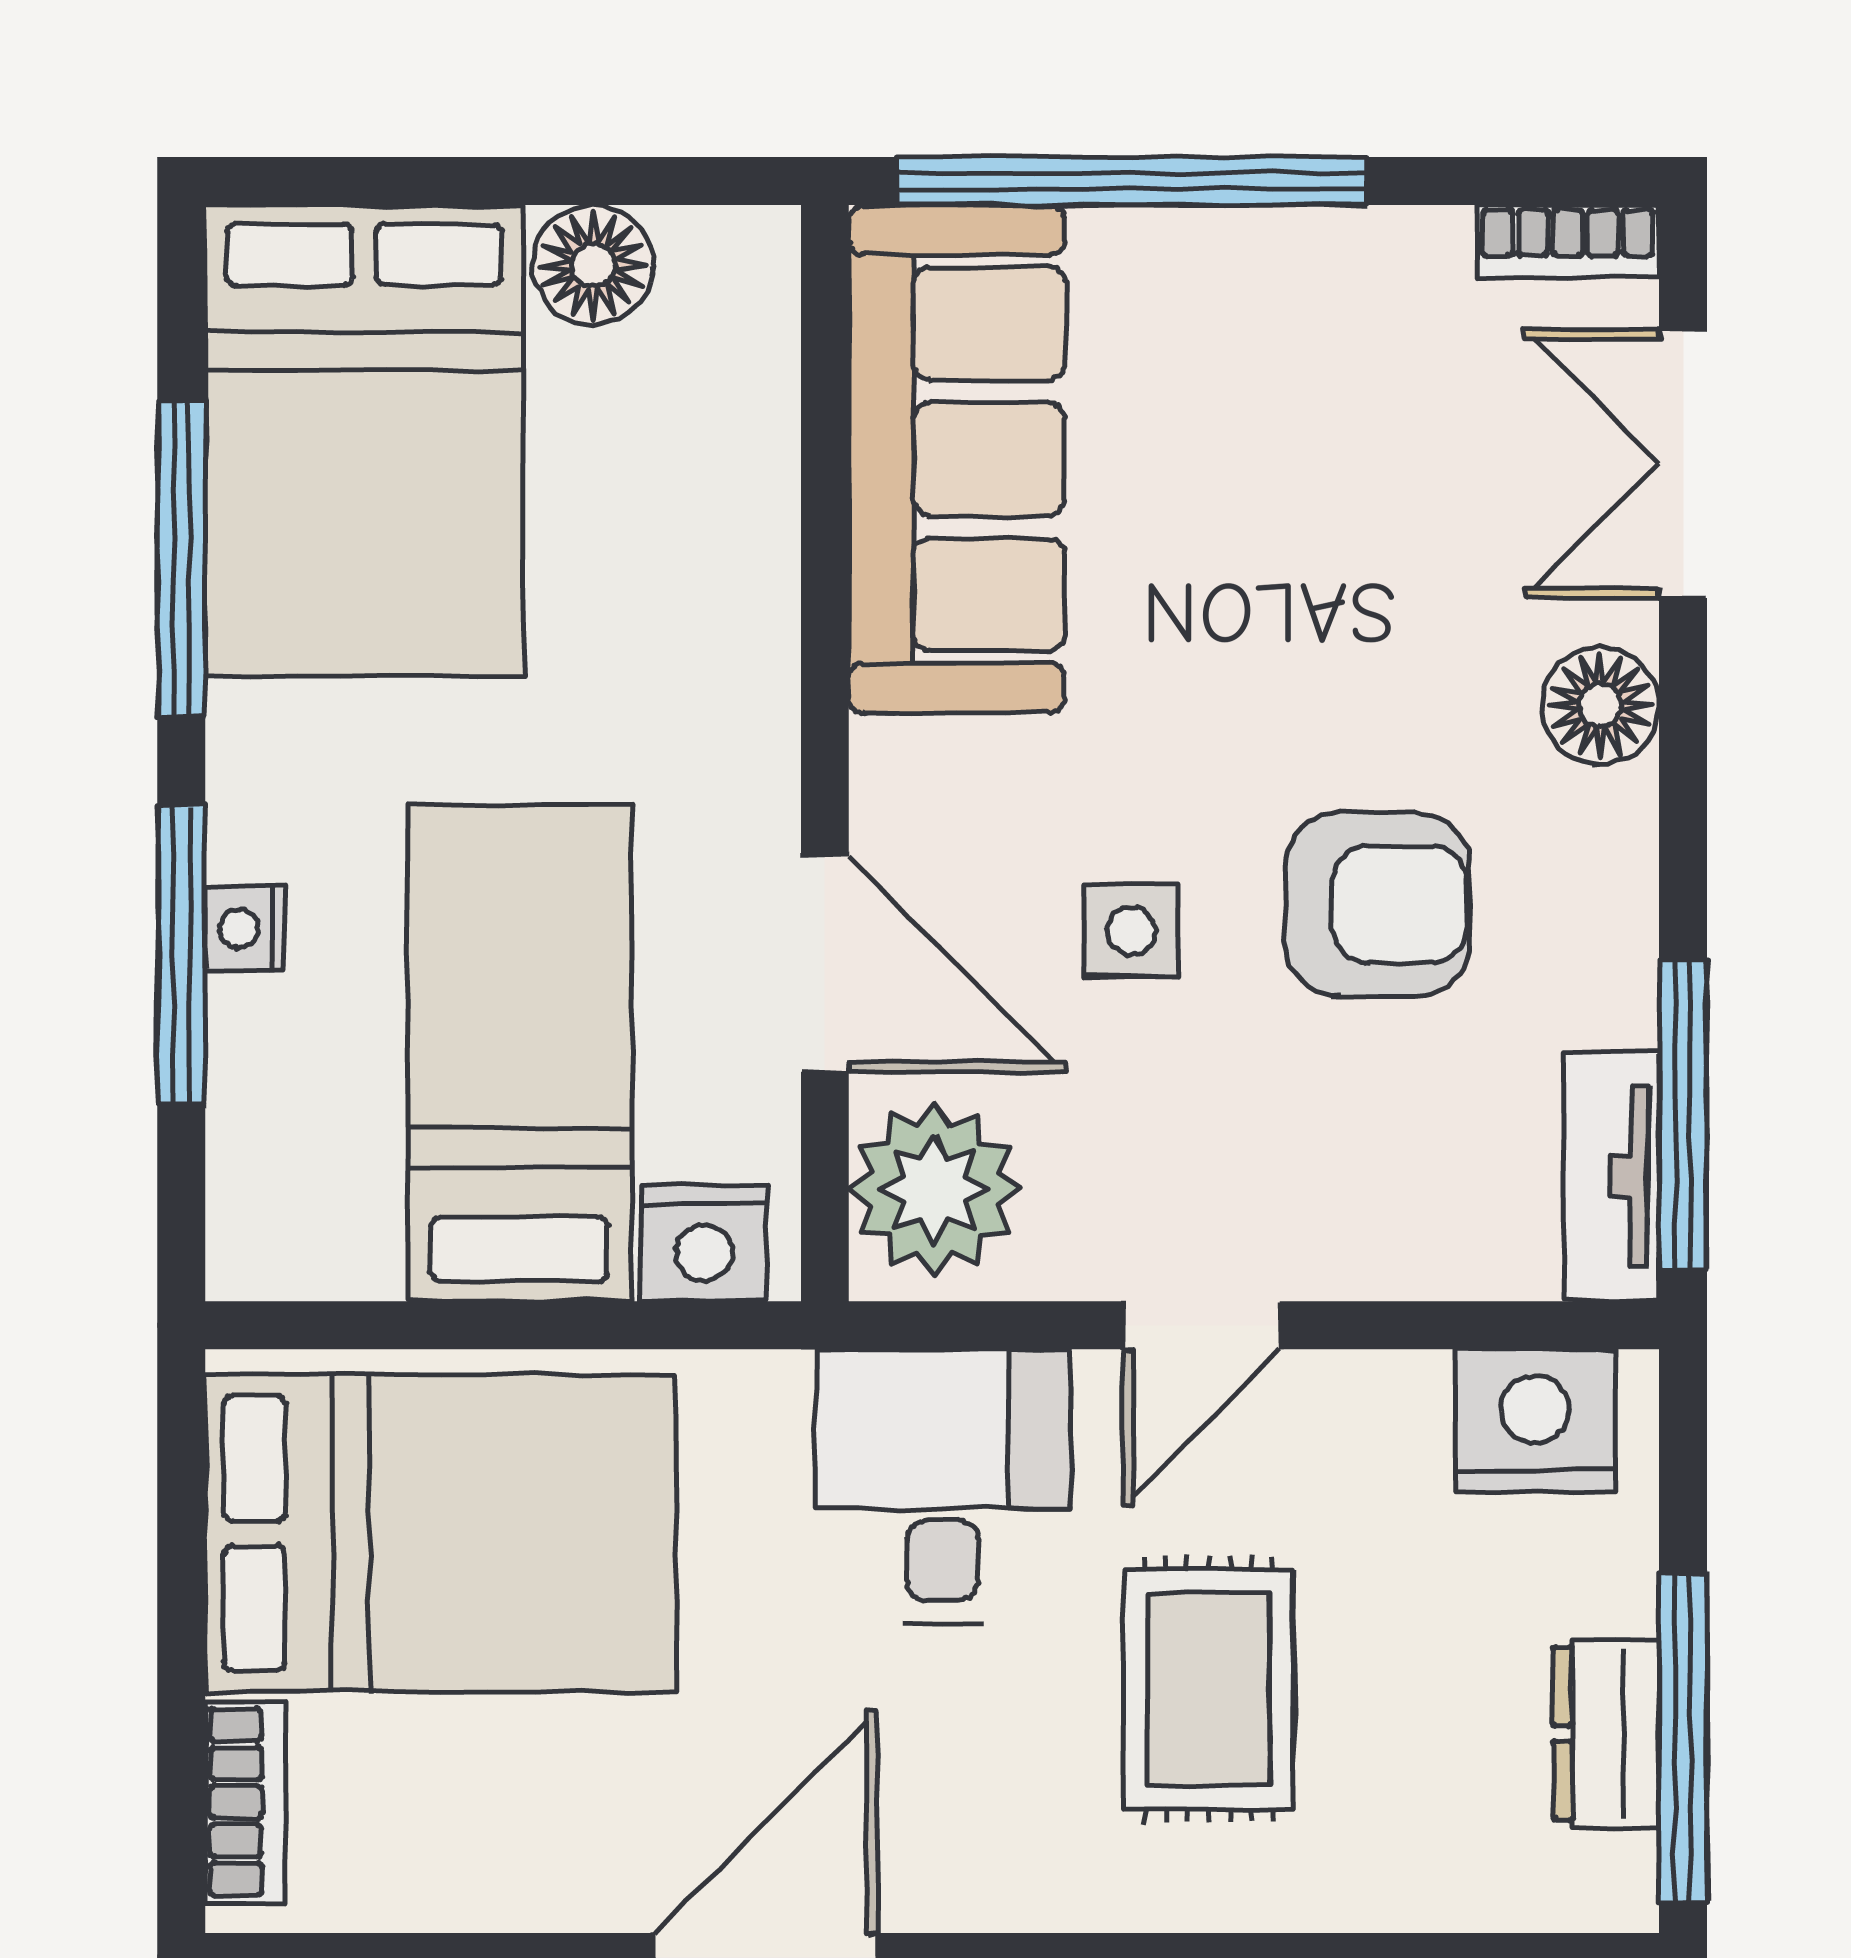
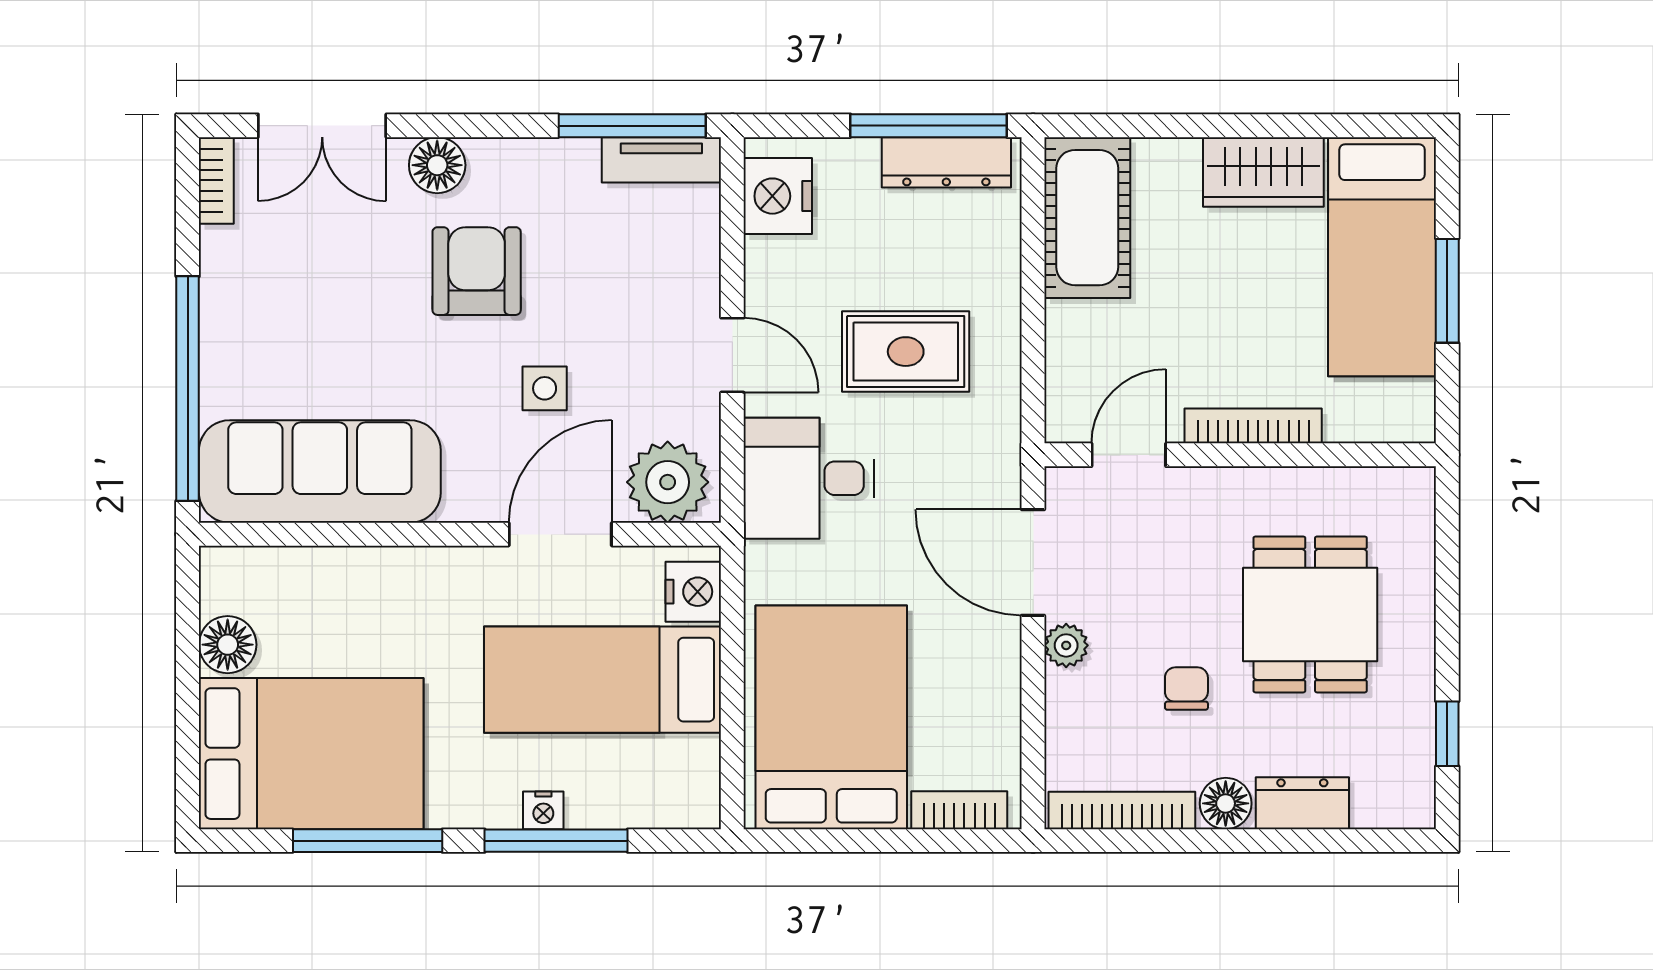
armchair: (1378, 904) -> (477, 271), moved
dresser: (1606, 1734) -> (946, 162), width x1.44

